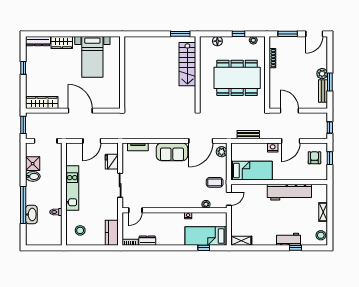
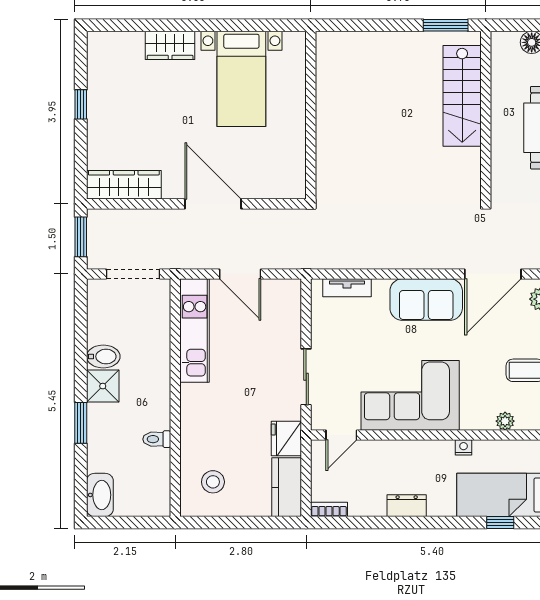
dresser: (38, 41) -> (115, 42), removed
door: (92, 141) -> (240, 274), hinge flipped
fridge: (112, 162) -> (286, 438), moved
shower: (33, 164) -> (103, 386), moved
kitchen unit: (72, 188) -> (195, 330), moved
corner sofa: (165, 193) -> (410, 395), added
window: (23, 205) -> (81, 423), width x0.47
washbasin: (31, 214) -> (100, 495), moved
dresser: (147, 241) -> (407, 506), moved

